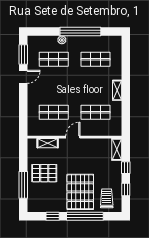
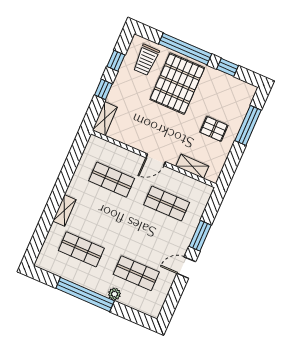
window: (23, 54) -> (200, 236), moved
shelving: (117, 90) -> (64, 210), moved
pallet: (44, 173) -> (214, 129), width x0.67, depth x0.71

